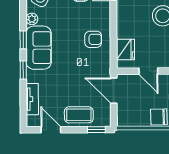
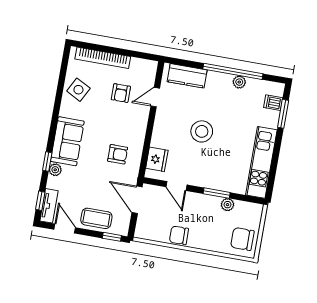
plant: (32, 19) -> (55, 170), moved
armchair: (93, 39) -> (118, 154), moved
window: (23, 40) -> (40, 201), moved
tv unit: (32, 99) -> (49, 206), moved

